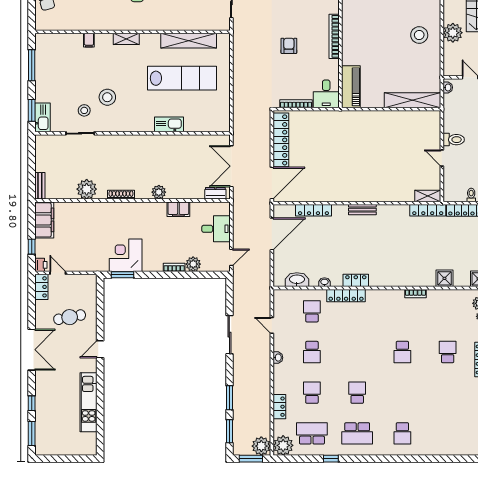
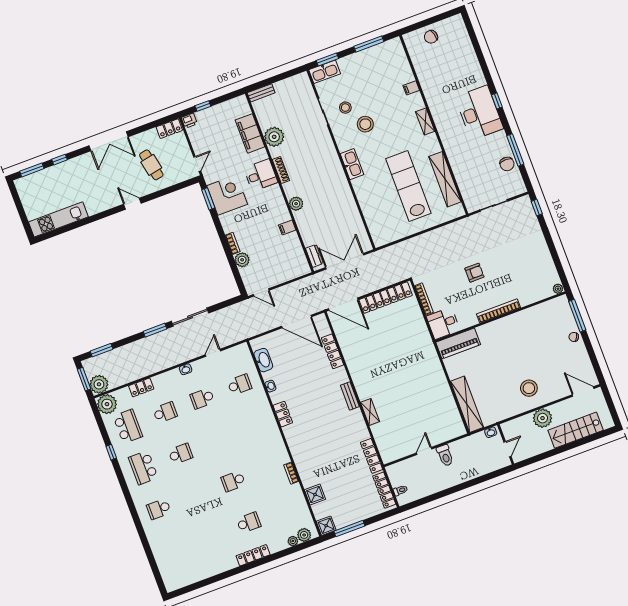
lab bench: (182, 78) -> (408, 186), turned 180
kitchen sink: (169, 124) -> (352, 164), moved
shelving: (428, 196) -> (370, 412), moved
filing cabinet: (178, 209) -> (287, 228), width x0.50
filing cabinet: (44, 220) -> (250, 133), moved, turned 90
desk: (216, 229) -> (261, 175), moved, turned -90
door: (58, 273) -> (197, 164), moved
locker: (346, 296) -> (266, 410), removed
window: (229, 398) -> (155, 330), moved
kitchen unit: (89, 402) -> (58, 219), moved

